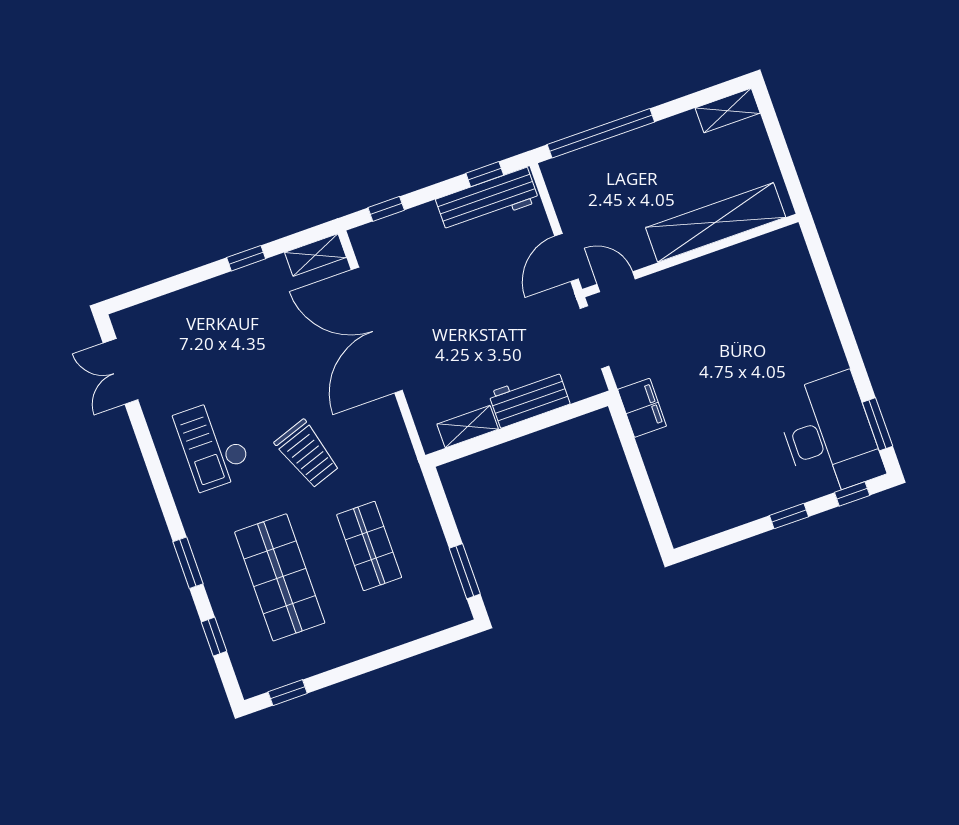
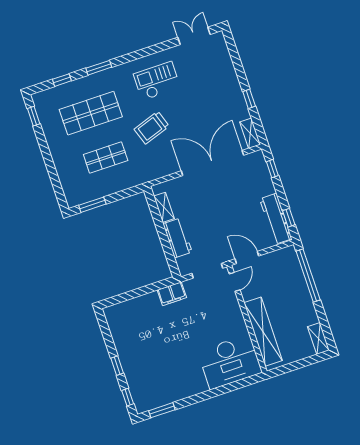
desk: (829, 435) -> (230, 362), moved

